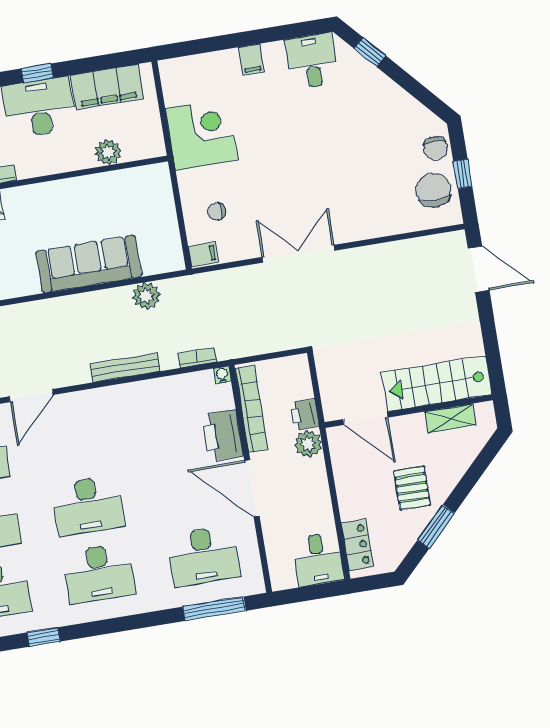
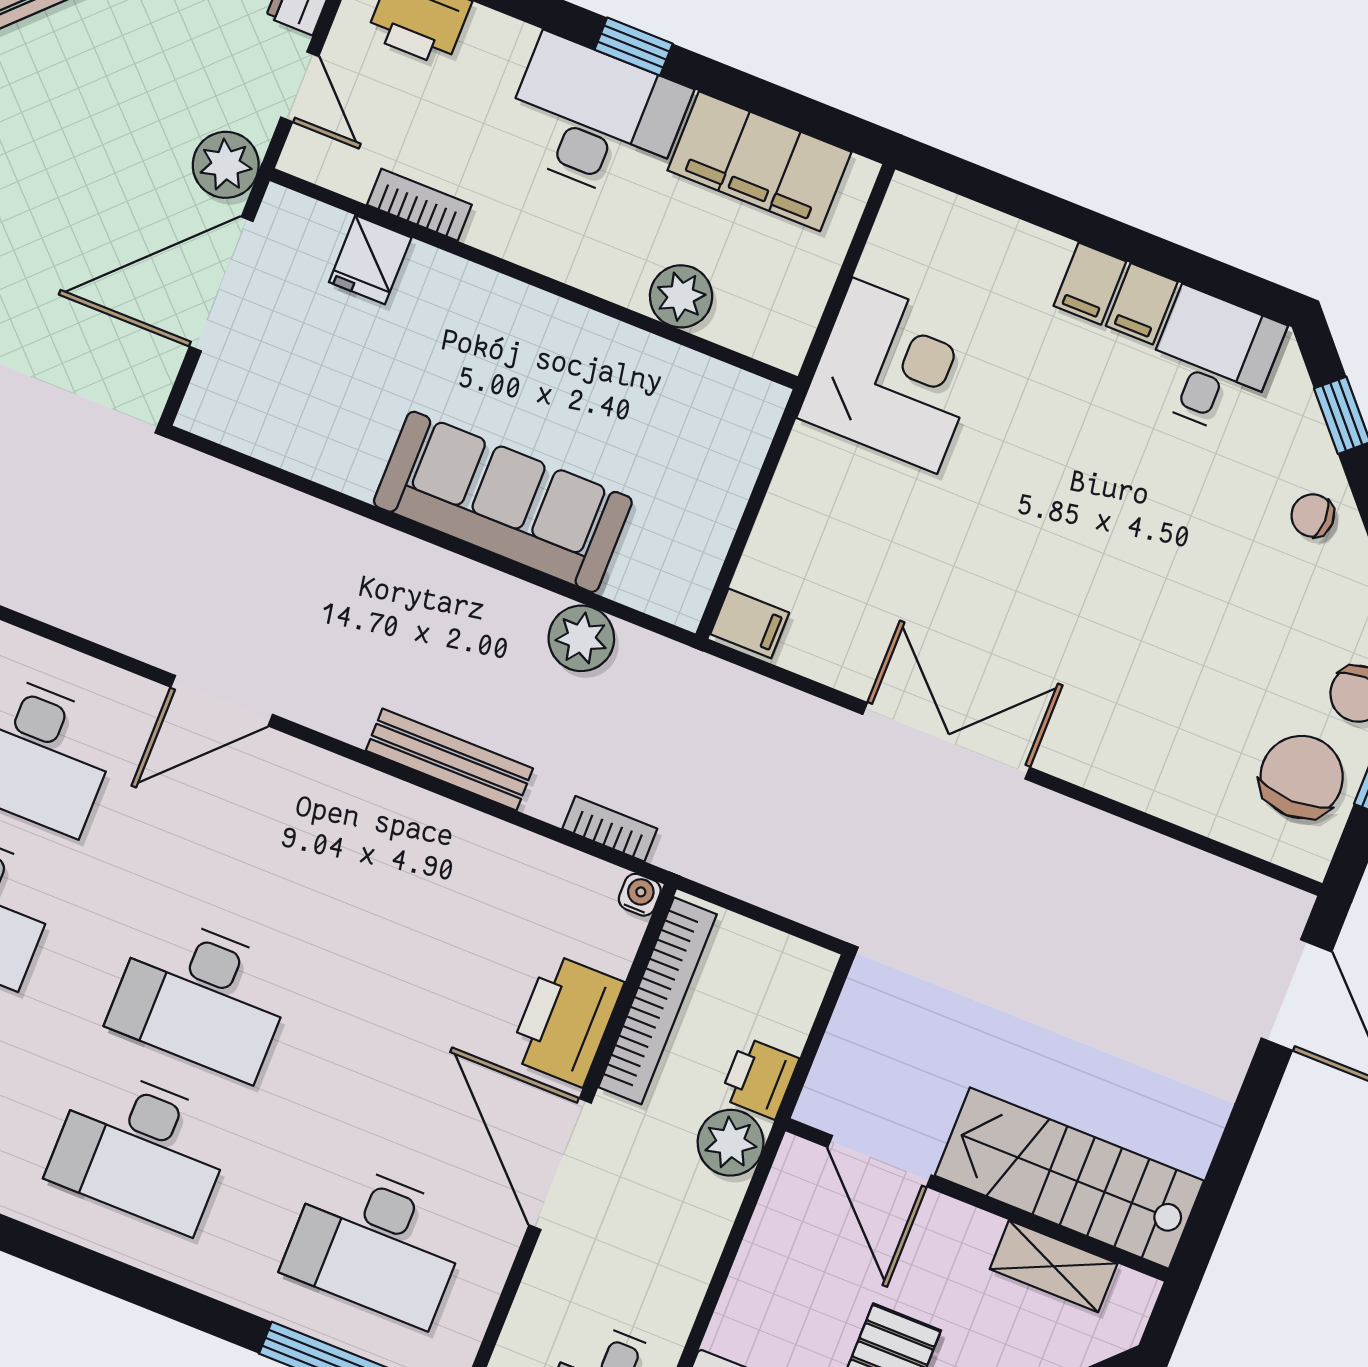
filing cabinet: (274, 56) -> (1142, 304), added
chair: (217, 211) -> (1313, 516), moved

